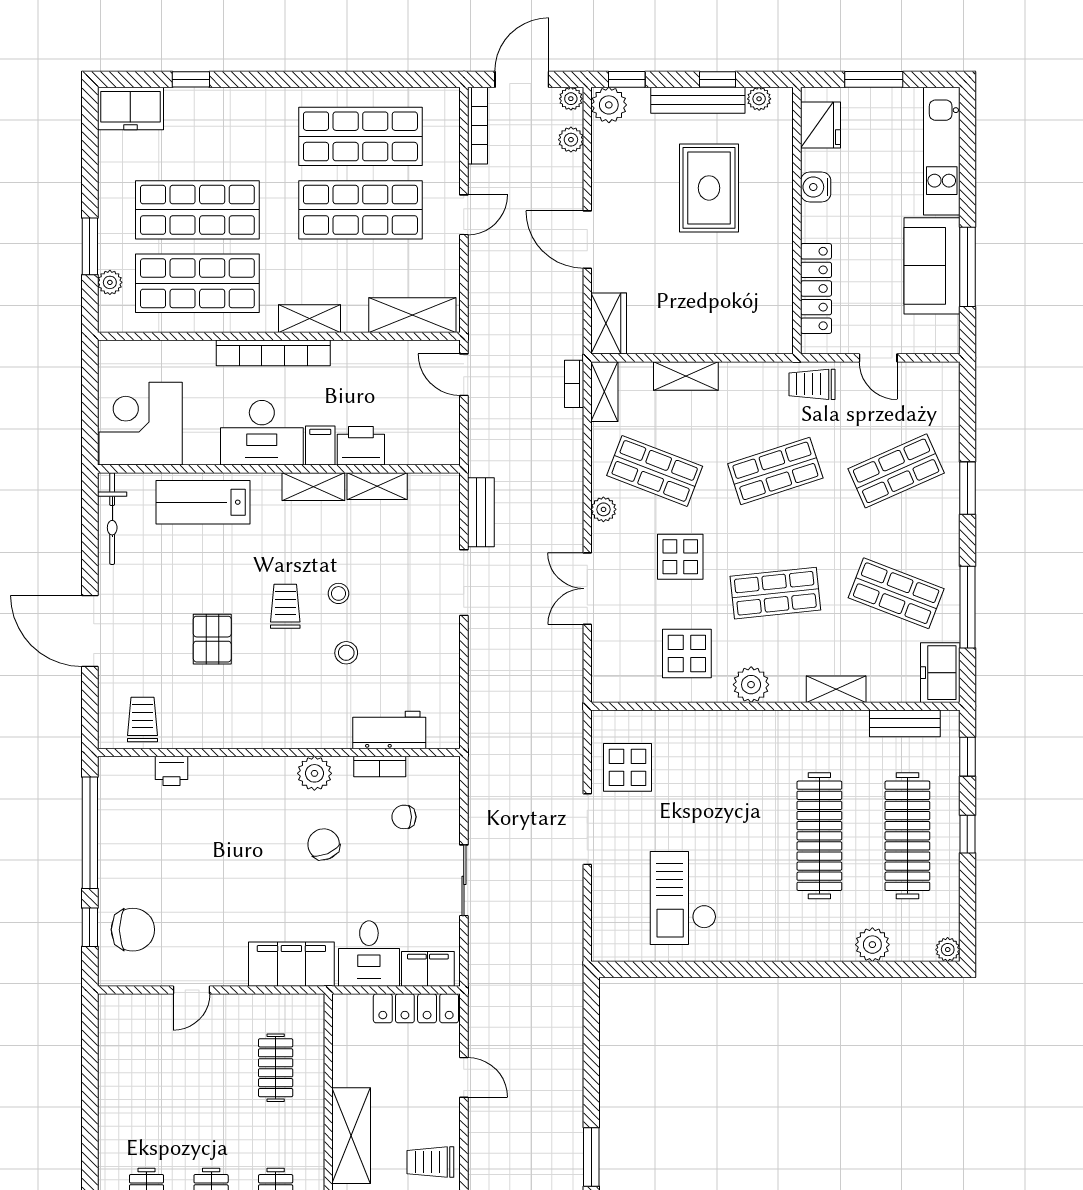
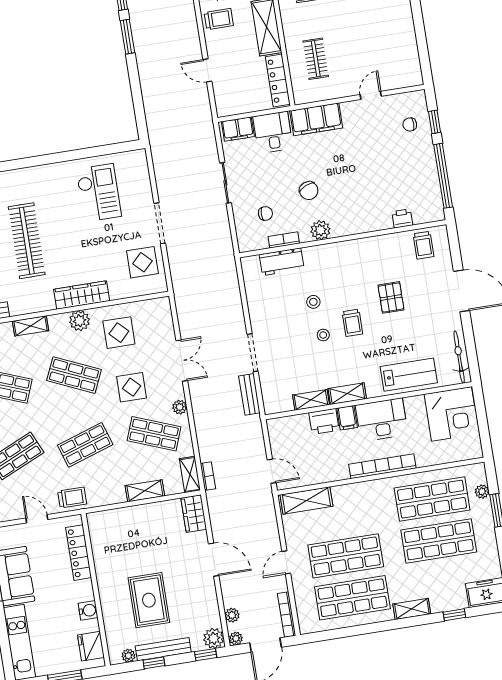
shelving: (310, 319) -> (412, 609), moved
shop shelf: (775, 593) -> (74, 375), turned 30
wardrobe: (740, 728) -> (82, 295), added
chair: (133, 930) -> (410, 124), width x0.54, depth x0.54
locker: (416, 1008) -> (278, 81), moved, turned -90

